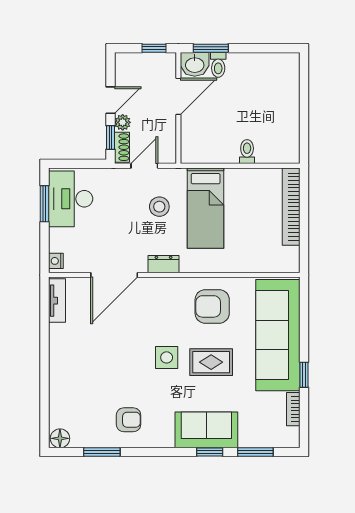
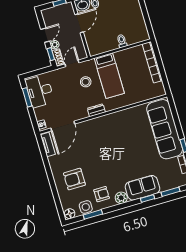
door: (114, 275) -> (63, 126), moved
armchair: (212, 306) -> (74, 179), moved
side table: (167, 357) -> (86, 207), moved
rug: (211, 362) -> (135, 153), removed
plant: (162, 437) -> (121, 198), added

